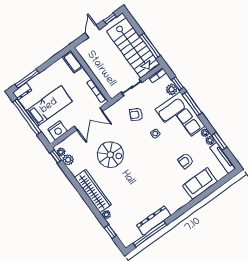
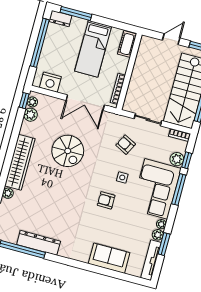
bed: (49, 106) -> (93, 49), moved, turned 90
armchair: (186, 161) -> (106, 200), moved

